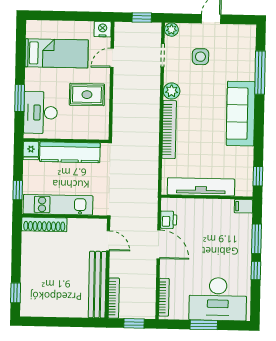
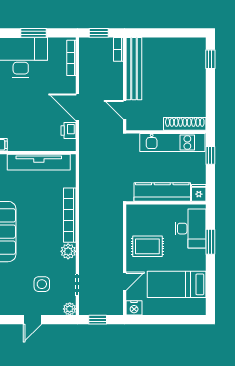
bookcase: (114, 298) -> (118, 49), width x0.64

